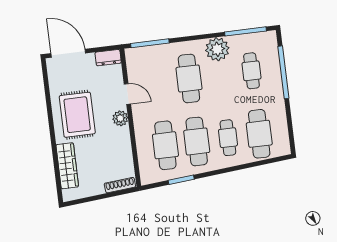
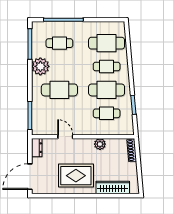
door: (127, 94) -> (65, 137), hinge flipped
plant: (120, 118) -> (100, 144), moved
cafe table: (165, 145) -> (107, 113), width x0.73, depth x0.74

